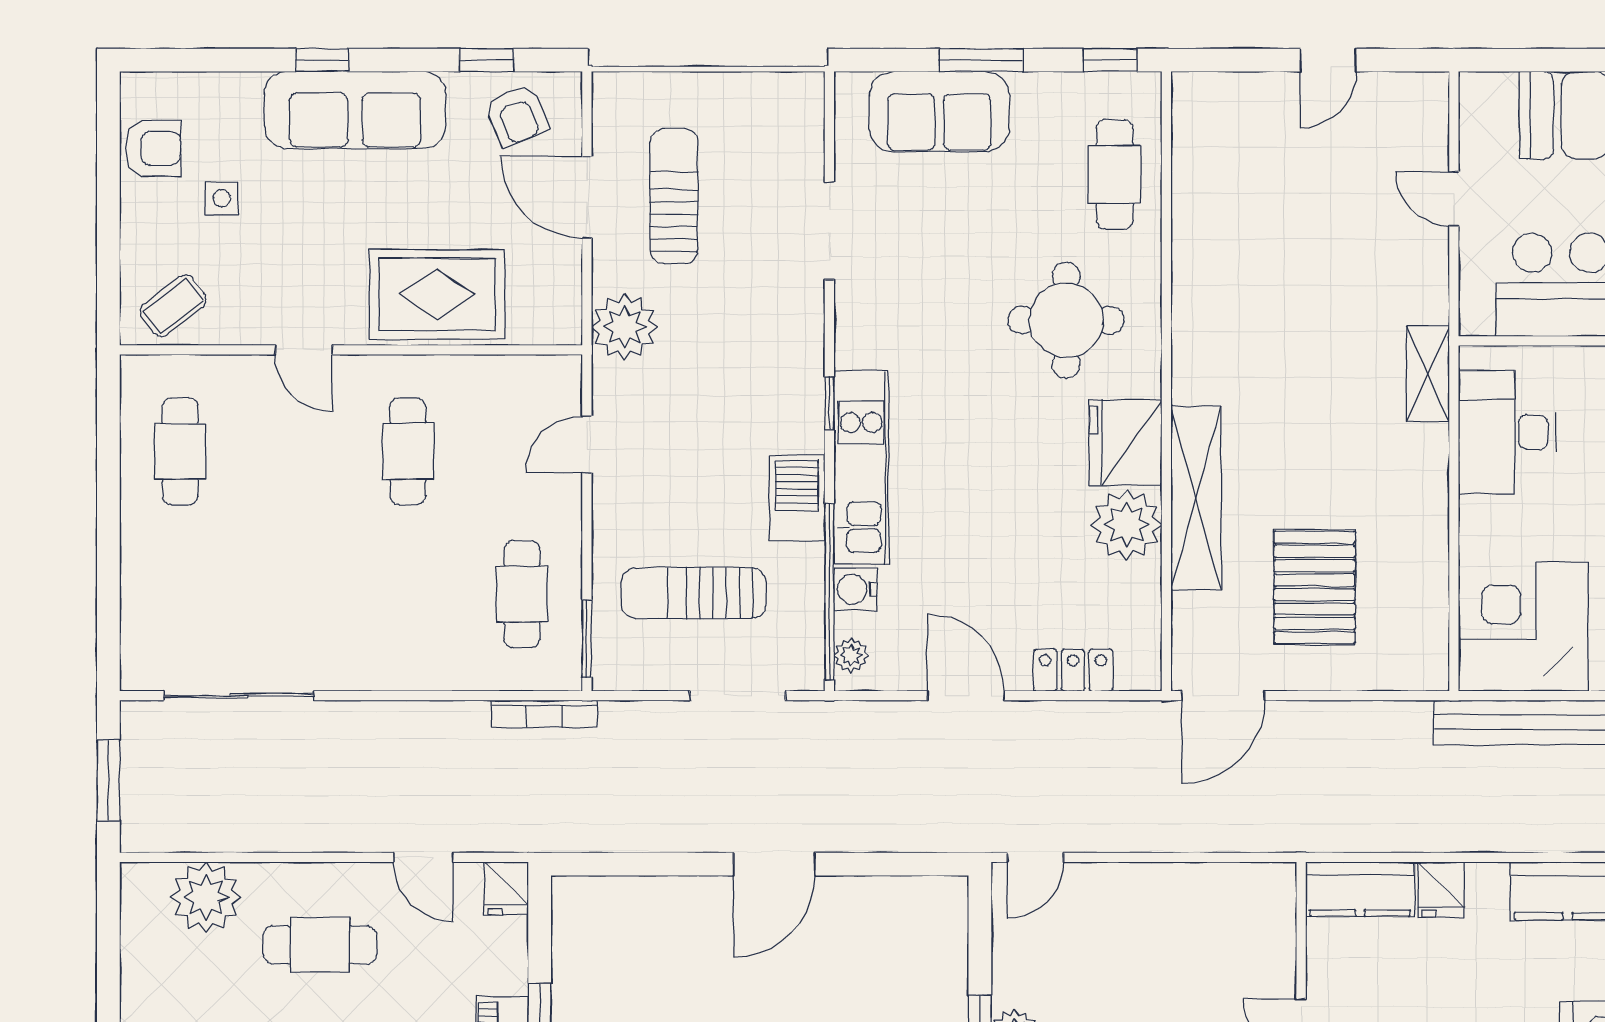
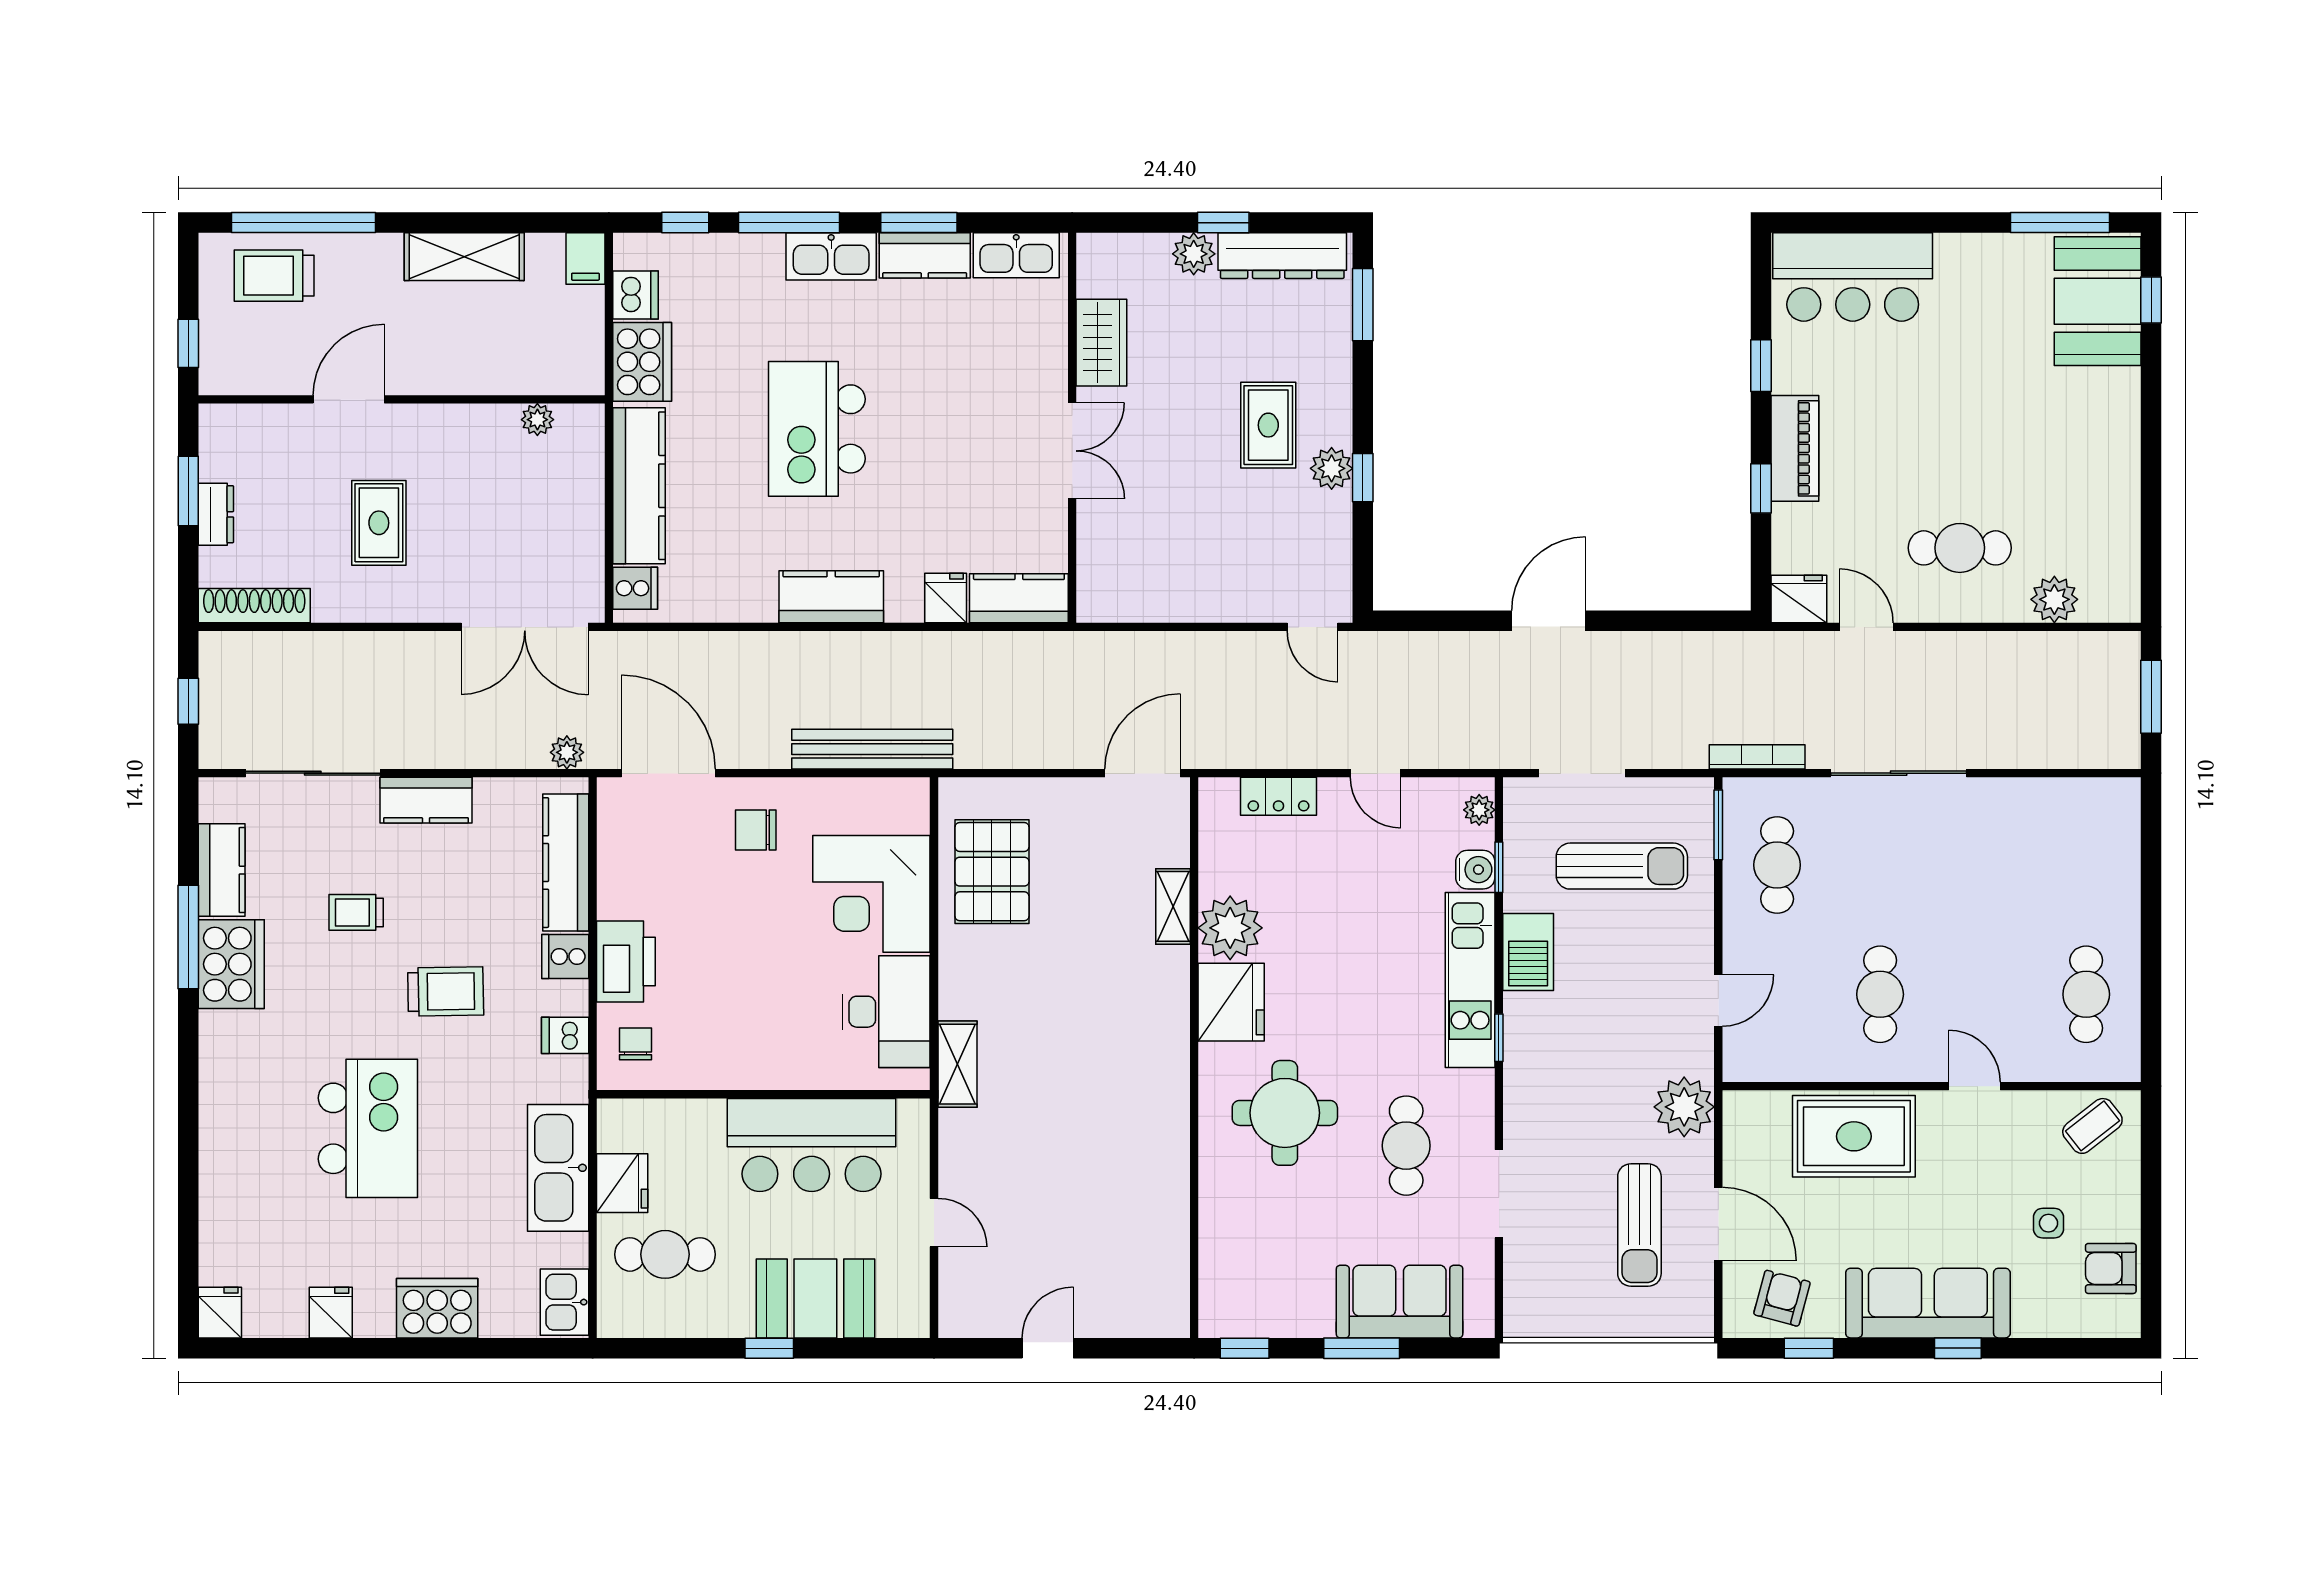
armchair: (516, 115) -> (1782, 1298), turned 38
cafe table: (1115, 174) -> (1406, 1146), moved
shelving: (1196, 498) -> (1173, 906), width x0.45, depth x0.75
pallet: (1315, 587) -> (992, 872), moved
window: (829, 592) -> (1499, 867), width x0.32
corner desk: (1523, 626) -> (871, 894), moved, turned 90
sliding door: (239, 696) -> (1899, 773), moved
door: (966, 696) -> (1375, 773), width x0.73
door: (1035, 857) -> (1313, 627), swing flipped
fridge: (506, 888) -> (1799, 599), width x1.38
plant: (206, 897) -> (2054, 599), width x0.73, depth x0.73

